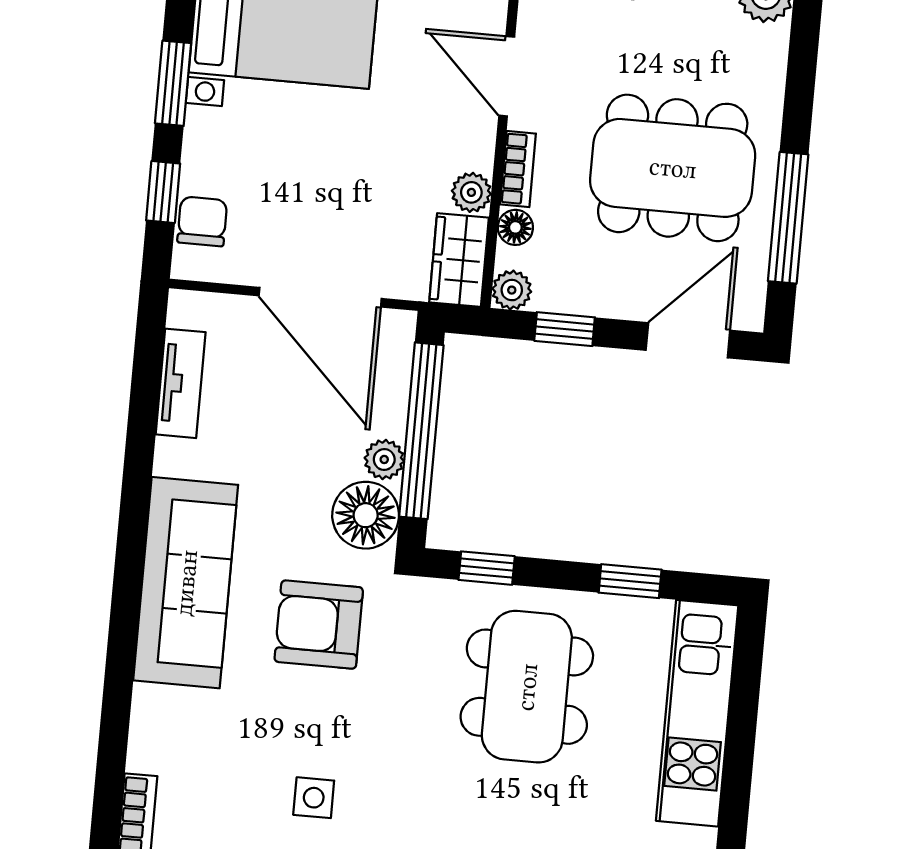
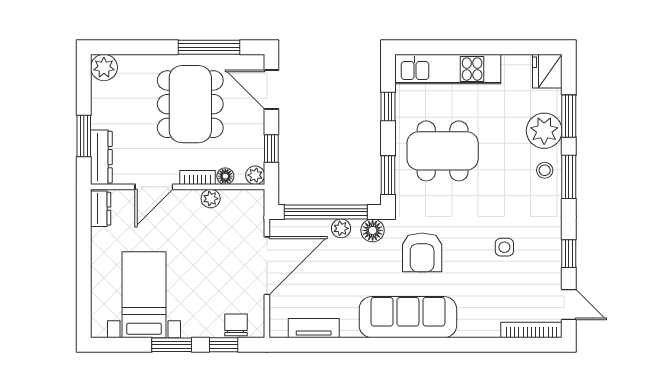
chair: (202, 221) -> (236, 325), turned 90
wardrobe: (459, 260) -> (243, 201), removed
floor lamp: (366, 515) -> (373, 230), width x0.73, depth x0.73
window: (487, 568) -> (388, 175), width x1.50

